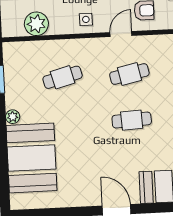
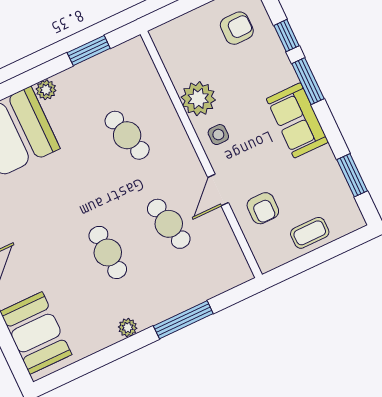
plant: (36, 24) -> (198, 99), moved
door: (121, 34) -> (218, 190), swing flipped

